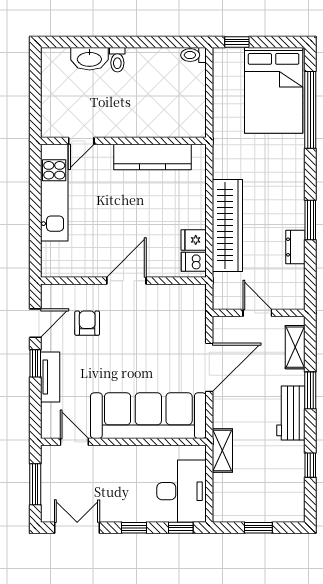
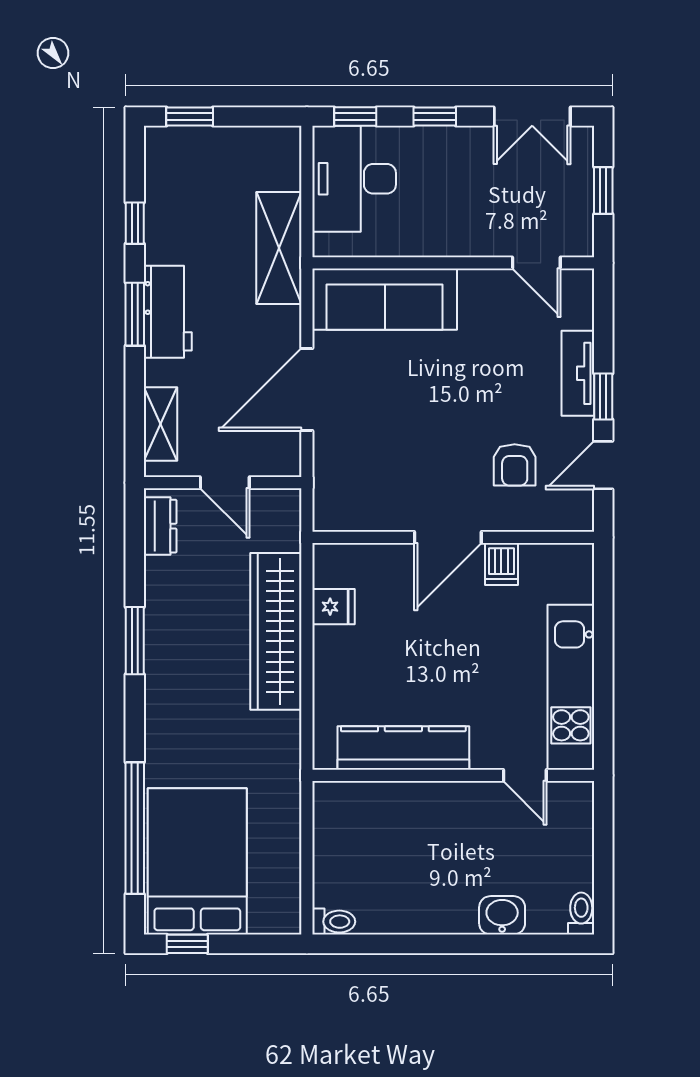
window: (237, 42) -> (187, 944), moved
washbasin: (89, 59) -> (502, 915), width x0.72
toilet: (117, 60) -> (581, 914), moved
door: (81, 141) -> (525, 775), swing flipped
dresser: (295, 247) -> (160, 526), moved
dishwasher: (194, 262) -> (501, 564), moved, turned 90
window: (310, 390) -> (135, 314), moved
sofa: (148, 416) -> (385, 299), width x0.74, depth x0.79
shelving: (222, 451) -> (279, 248), width x1.50, depth x1.33
window: (35, 484) -> (603, 191), width x0.67
window: (258, 528) -> (190, 116), moved

